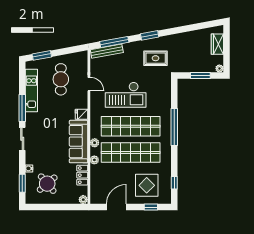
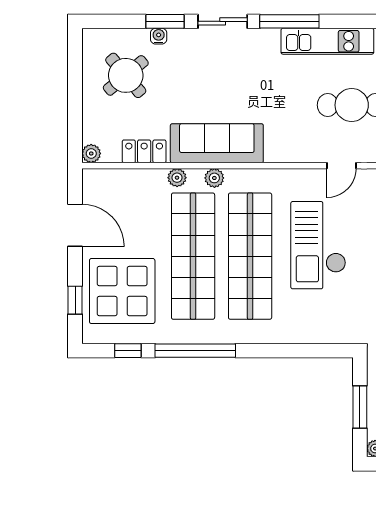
fridge: (81, 114) -> (276, 150), removed
window: (174, 127) -> (195, 351), moved
window: (22, 183) -> (165, 21), moved
display table: (147, 185) -> (122, 291), width x1.36, depth x1.36

